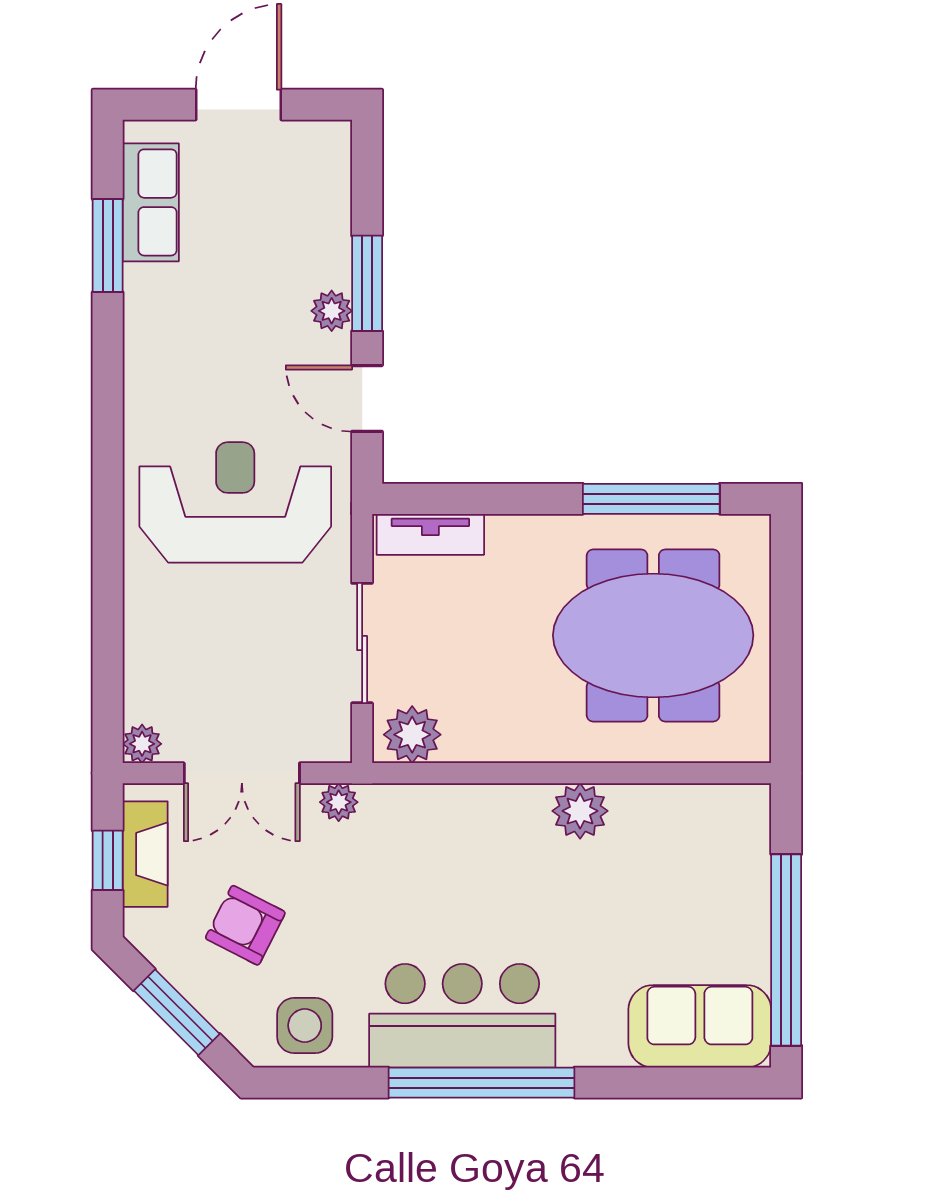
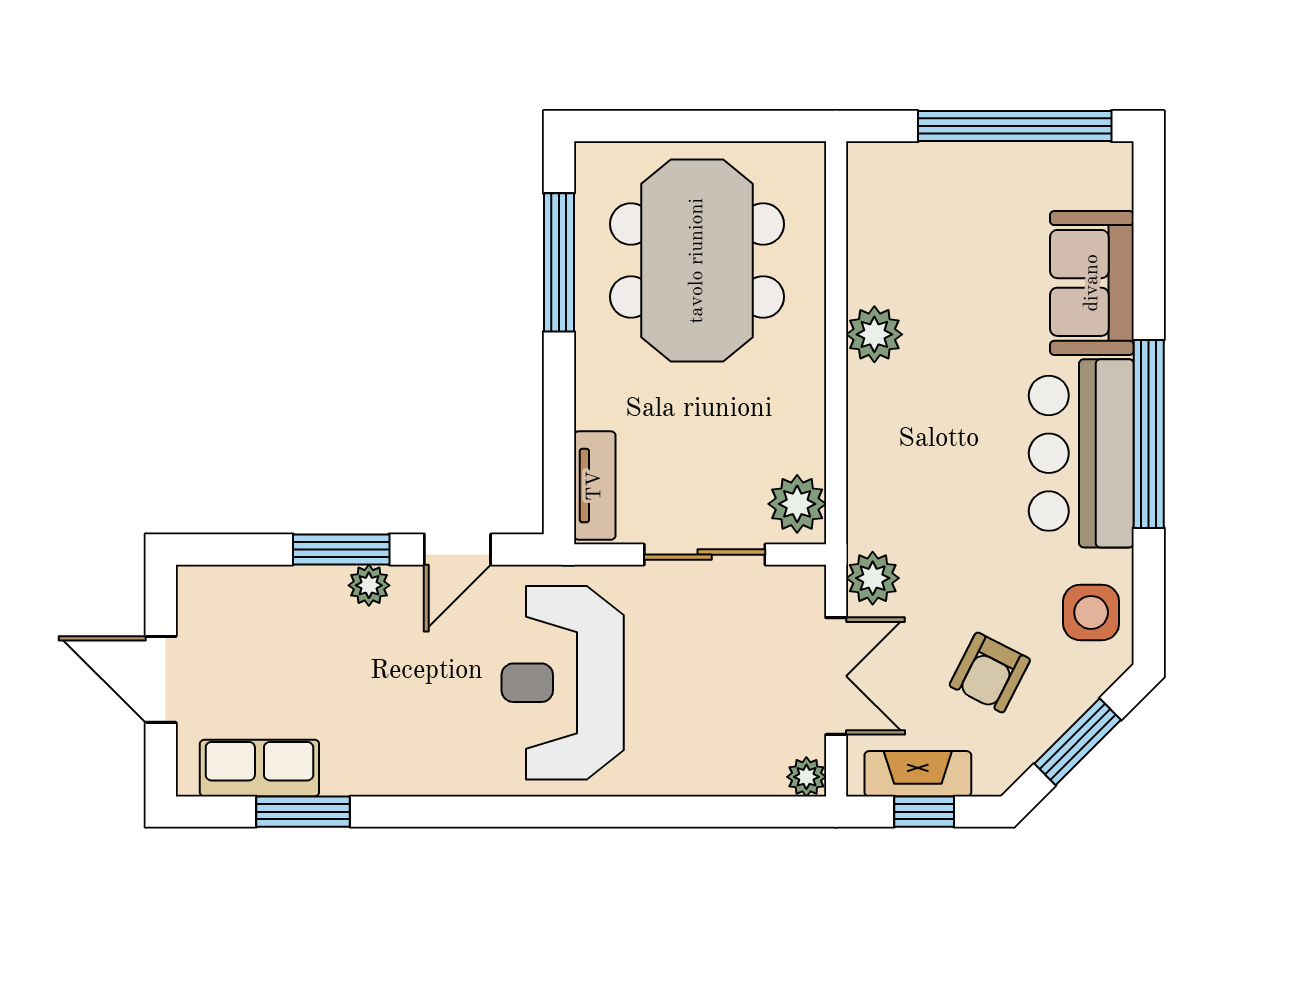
plant: (339, 802) -> (873, 578), width x1.38, depth x1.38
sofa: (700, 1026) -> (1092, 283), moved

